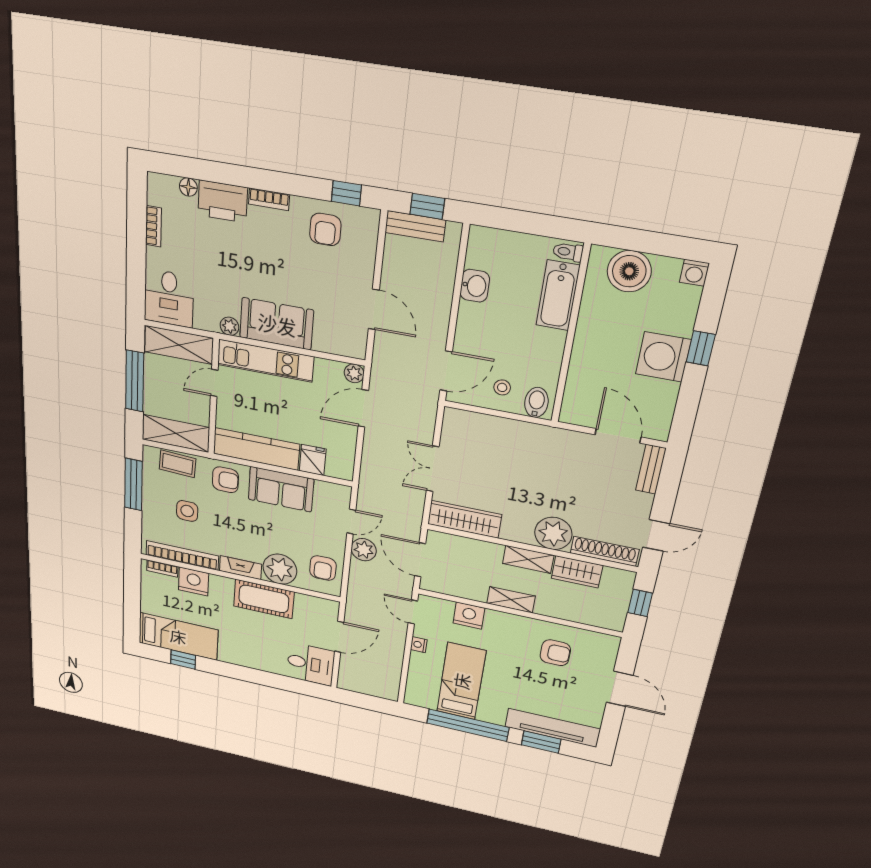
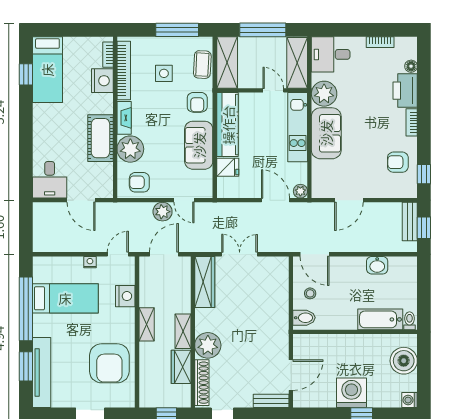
plant: (229, 326) -> (324, 94), width x1.88, depth x1.88
armchair: (555, 653) -> (109, 363), width x1.88, depth x1.88

